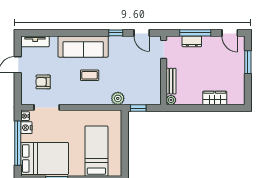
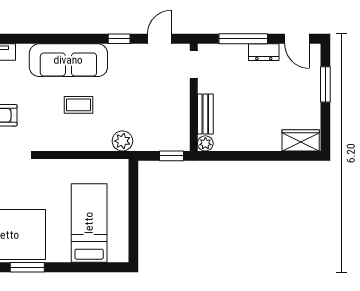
door: (142, 33) -> (160, 39), swing flipped
dresser: (192, 41) -> (264, 52), moved
wardrobe: (215, 98) -> (301, 140), moved
window: (138, 108) -> (172, 156), moved

